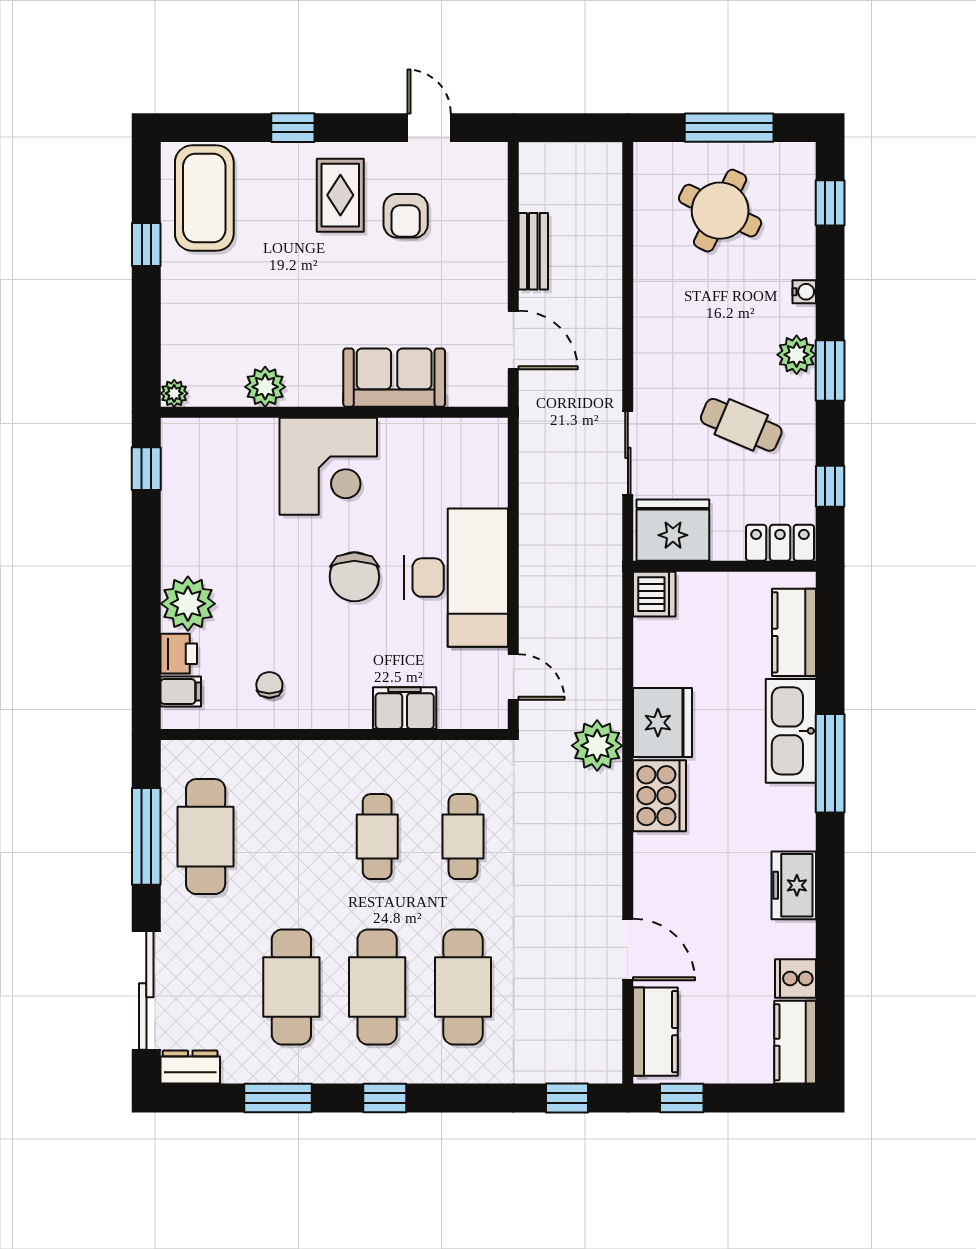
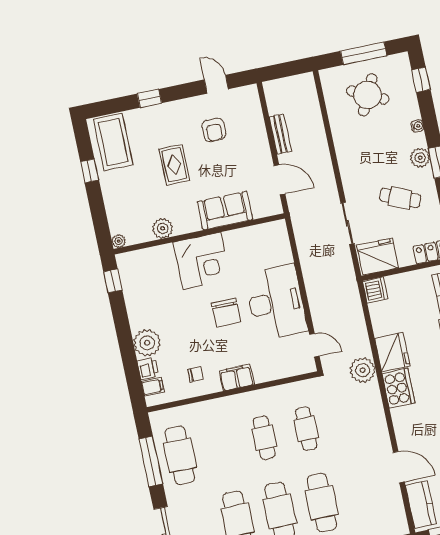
rug: (340, 195) -> (174, 165), moved
chair: (269, 685) -> (196, 374), turned 90
filing cabinet: (405, 708) -> (236, 378), moved

